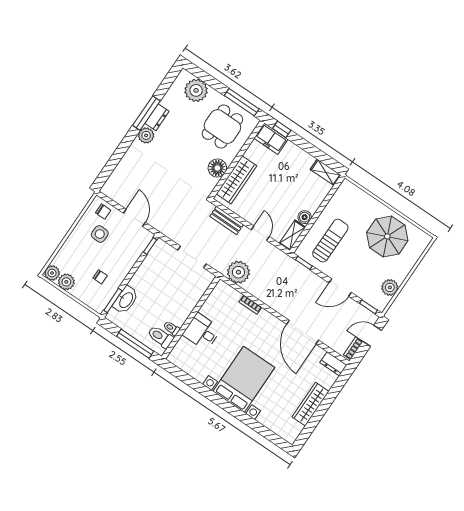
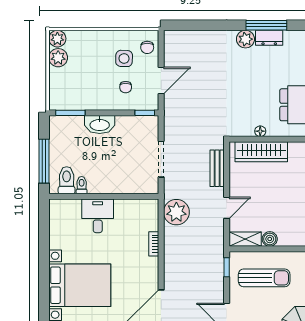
floor lamp: (217, 168) -> (260, 131), width x0.53, depth x0.53
chair: (100, 277) -> (126, 87), moved
washbasin: (126, 300) -> (100, 125), moved

